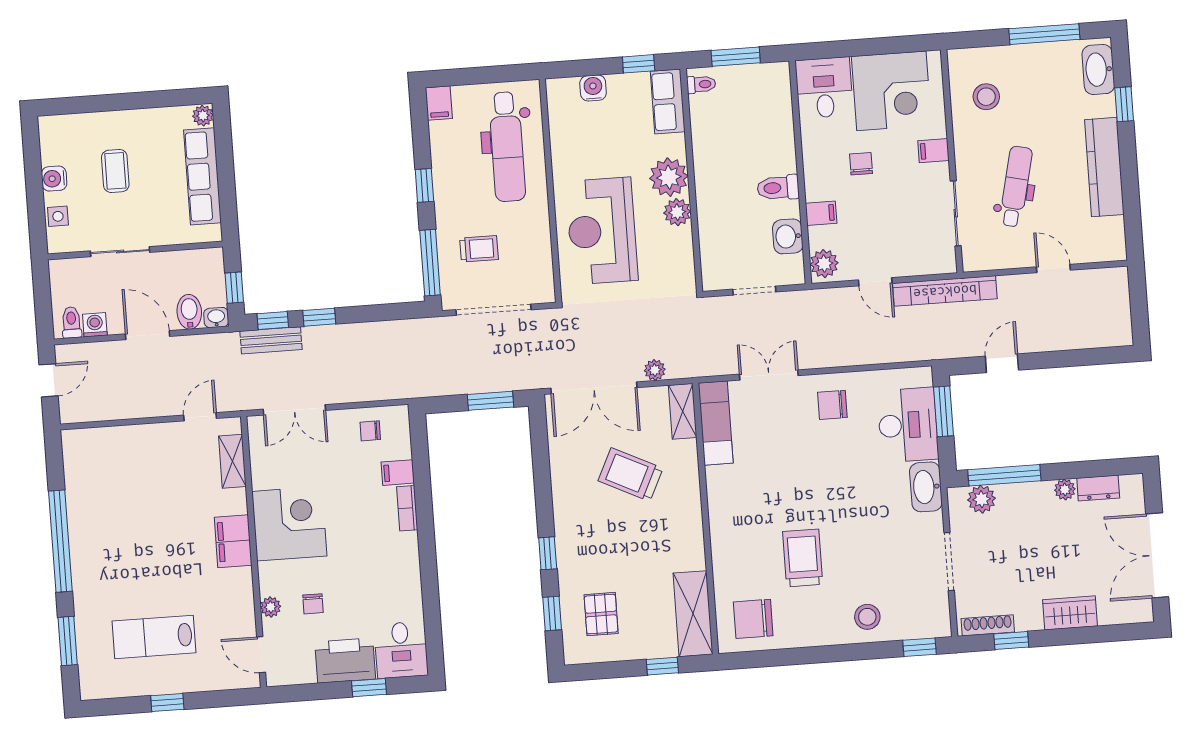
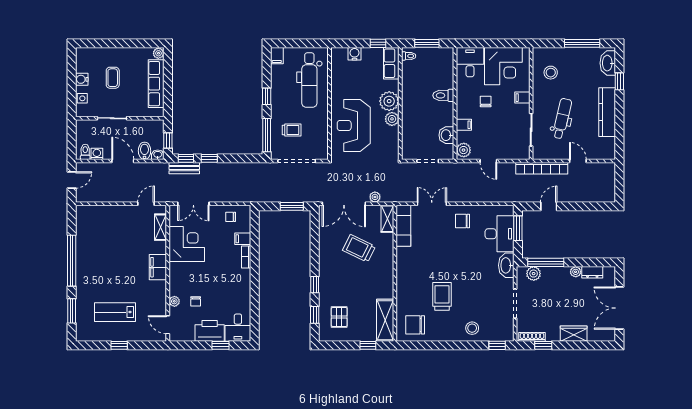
toilet: (778, 188) -> (443, 95), moved
bookcase: (945, 291) -> (542, 168), moved
corner desk: (289, 524) -> (187, 244), moved

